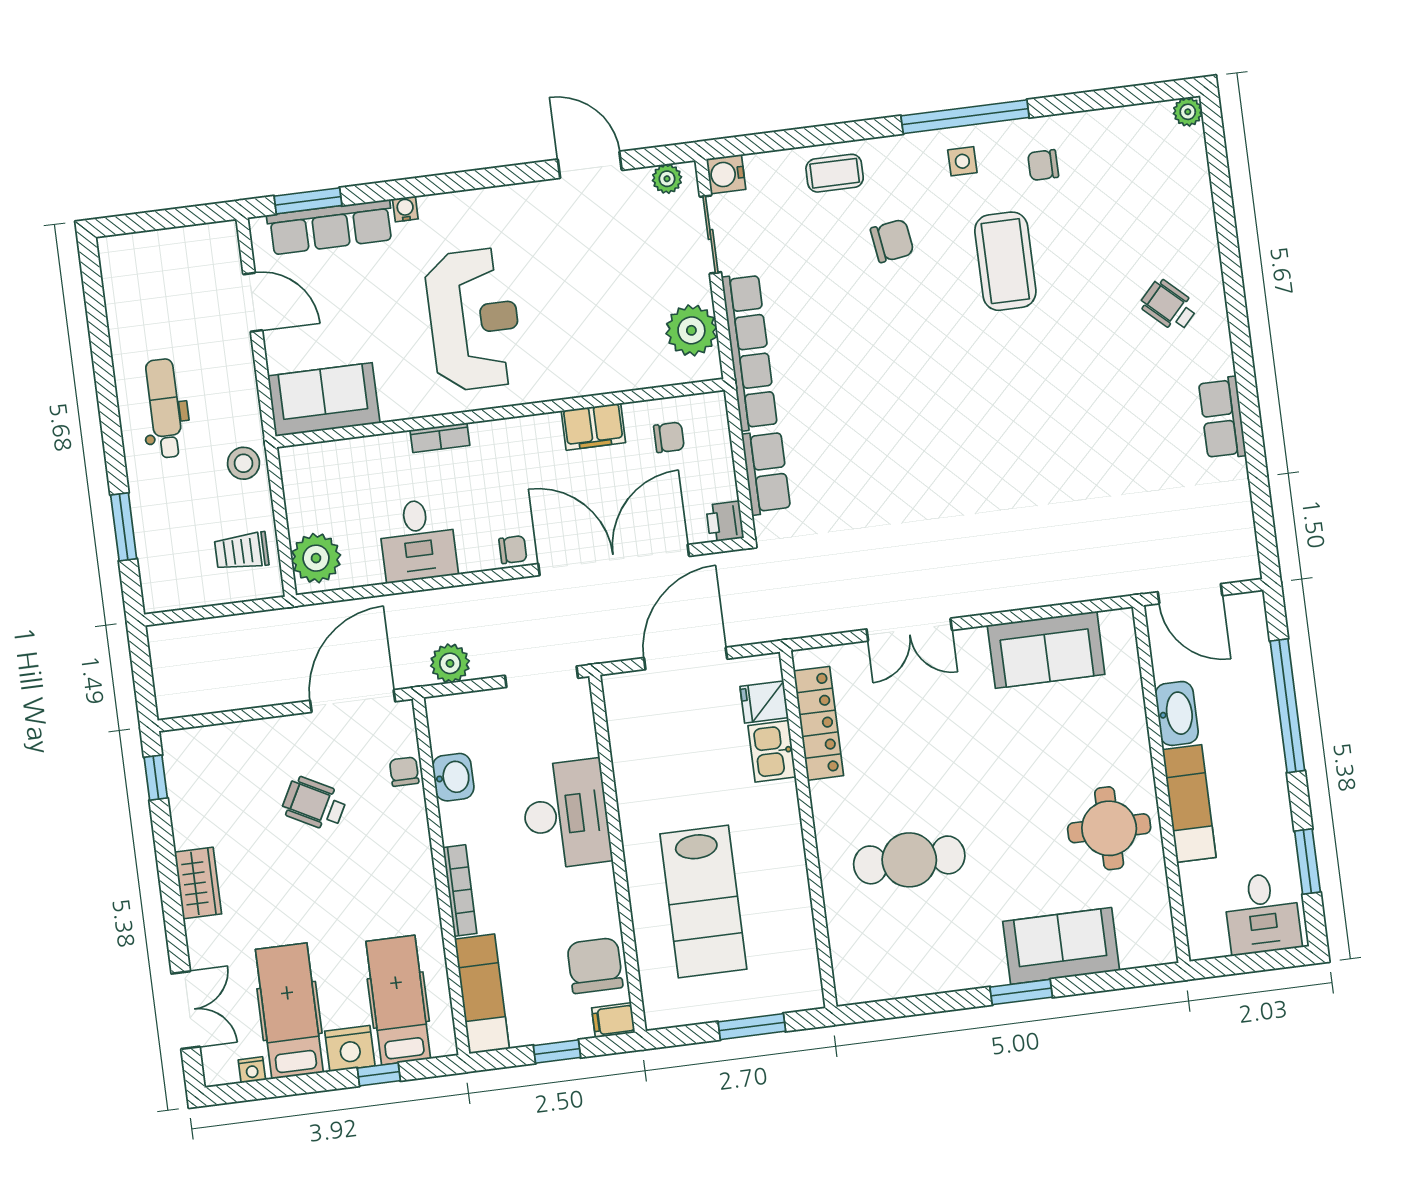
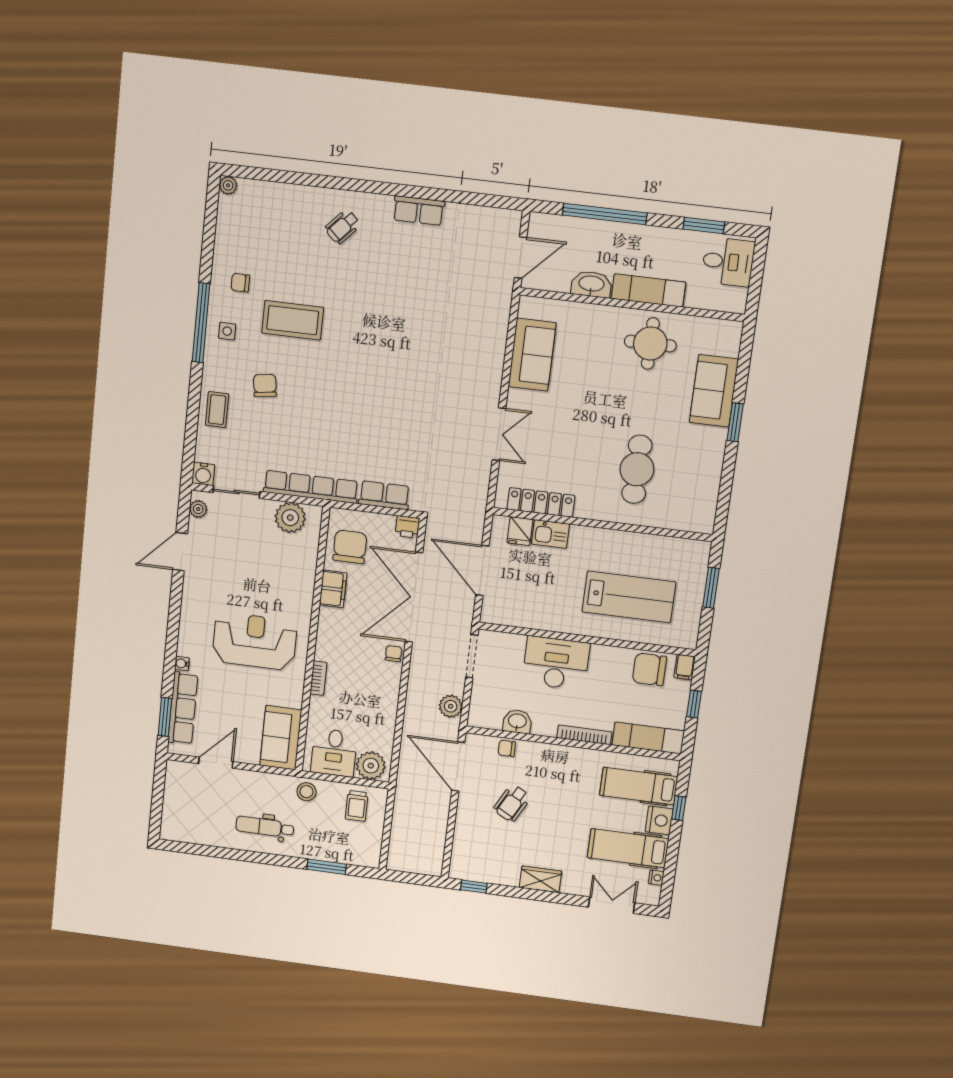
chair: (1043, 165) -> (240, 283), turned 90
chair: (669, 437) -> (350, 547), width x1.87, depth x1.87
desk: (418, 540) -> (334, 753), moved, turned 90

